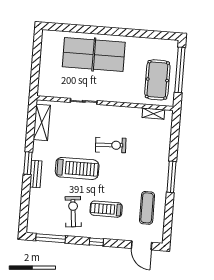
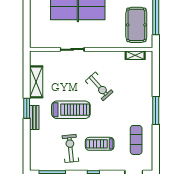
shelving: (42, 122) -> (36, 82), moved
exercise bike: (111, 145) -> (99, 86), turned 51

